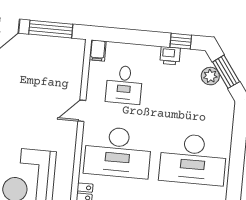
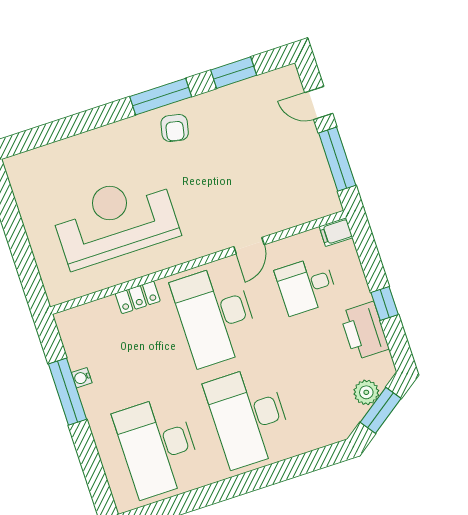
window: (181, 41) -> (385, 304), moved
printer: (170, 56) -> (364, 331), width x1.87, depth x1.48
door: (82, 111) -> (249, 246), swing flipped

